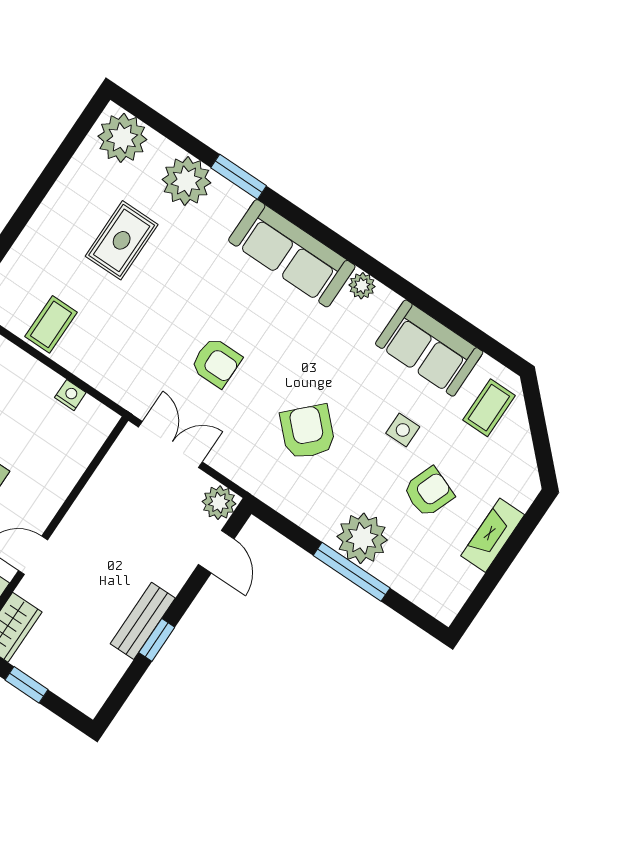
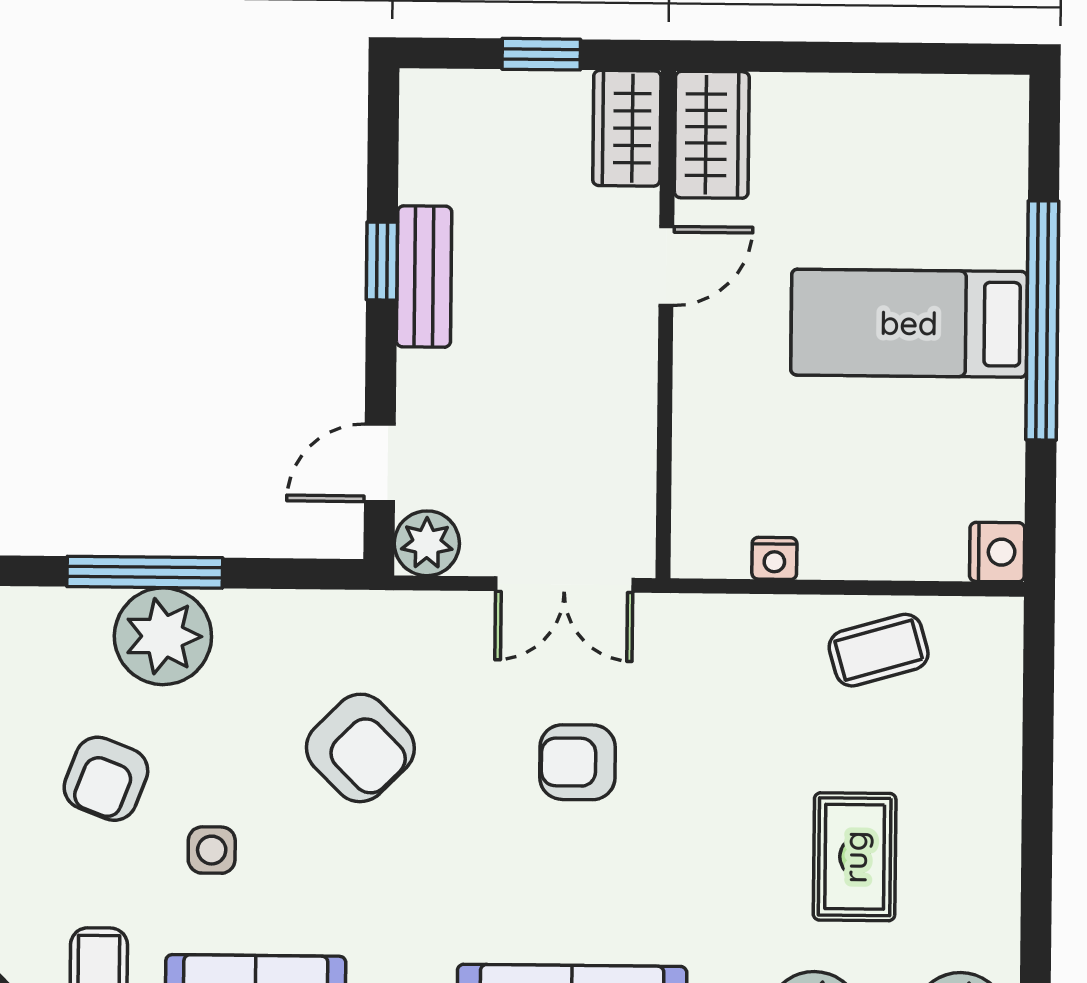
coffee table: (51, 324) -> (879, 650), turned 74
door: (216, 552) -> (380, 463), hinge flipped

